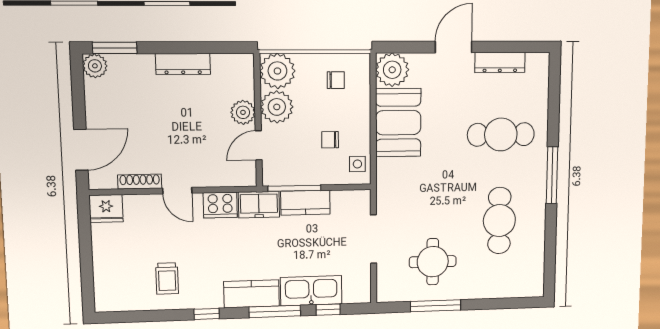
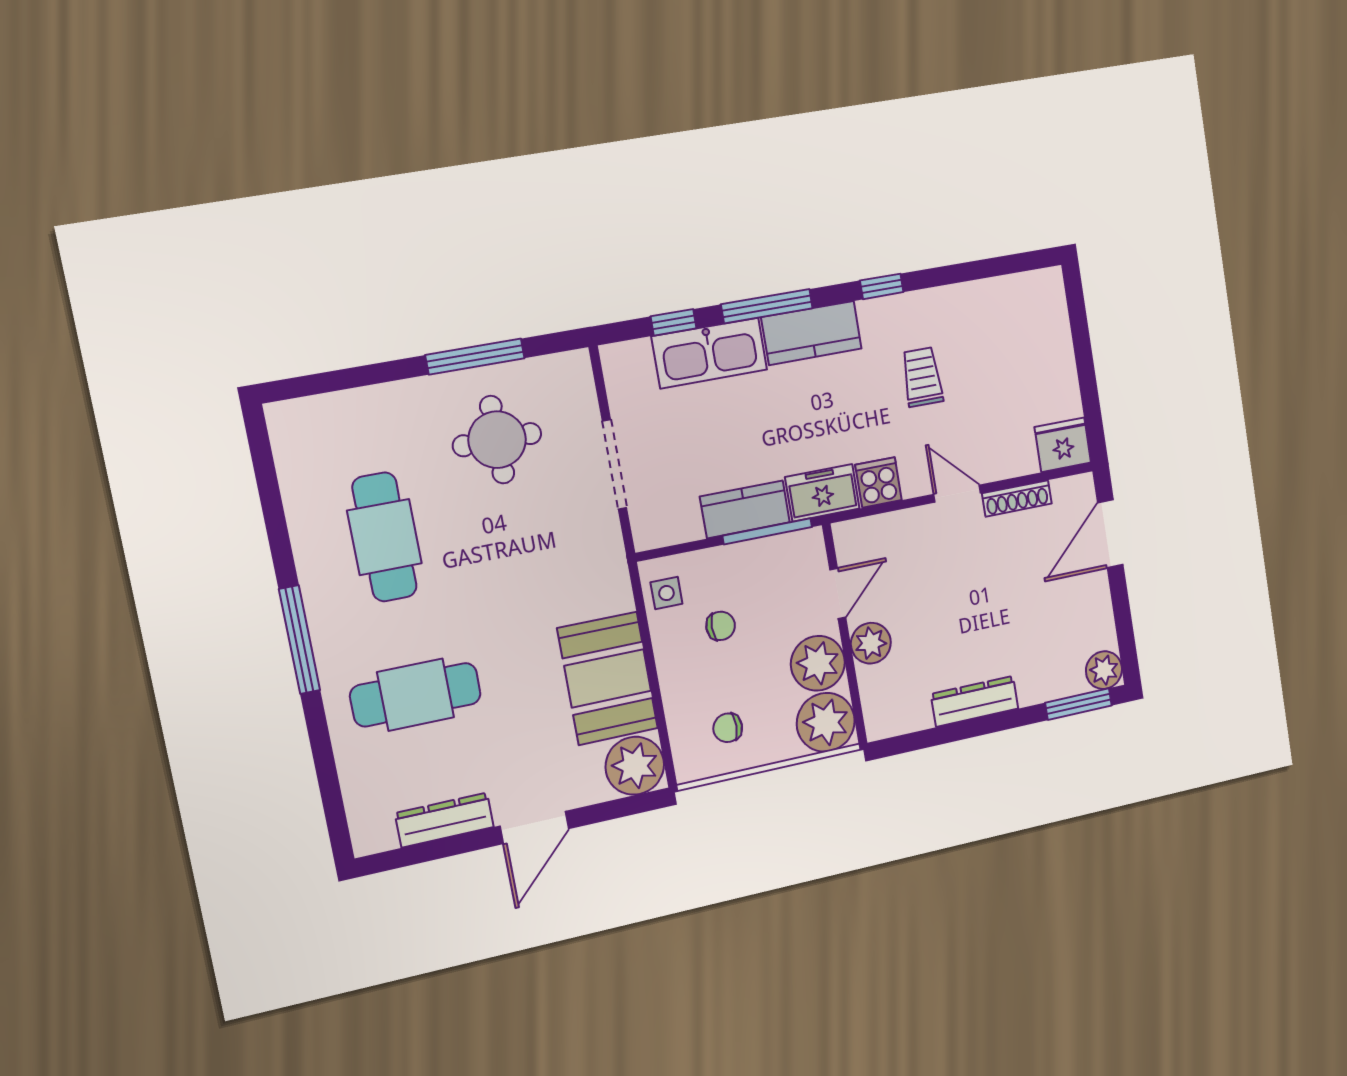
cooker: (220, 205) -> (878, 483), width x0.73
trolley: (167, 278) -> (922, 377), moved

